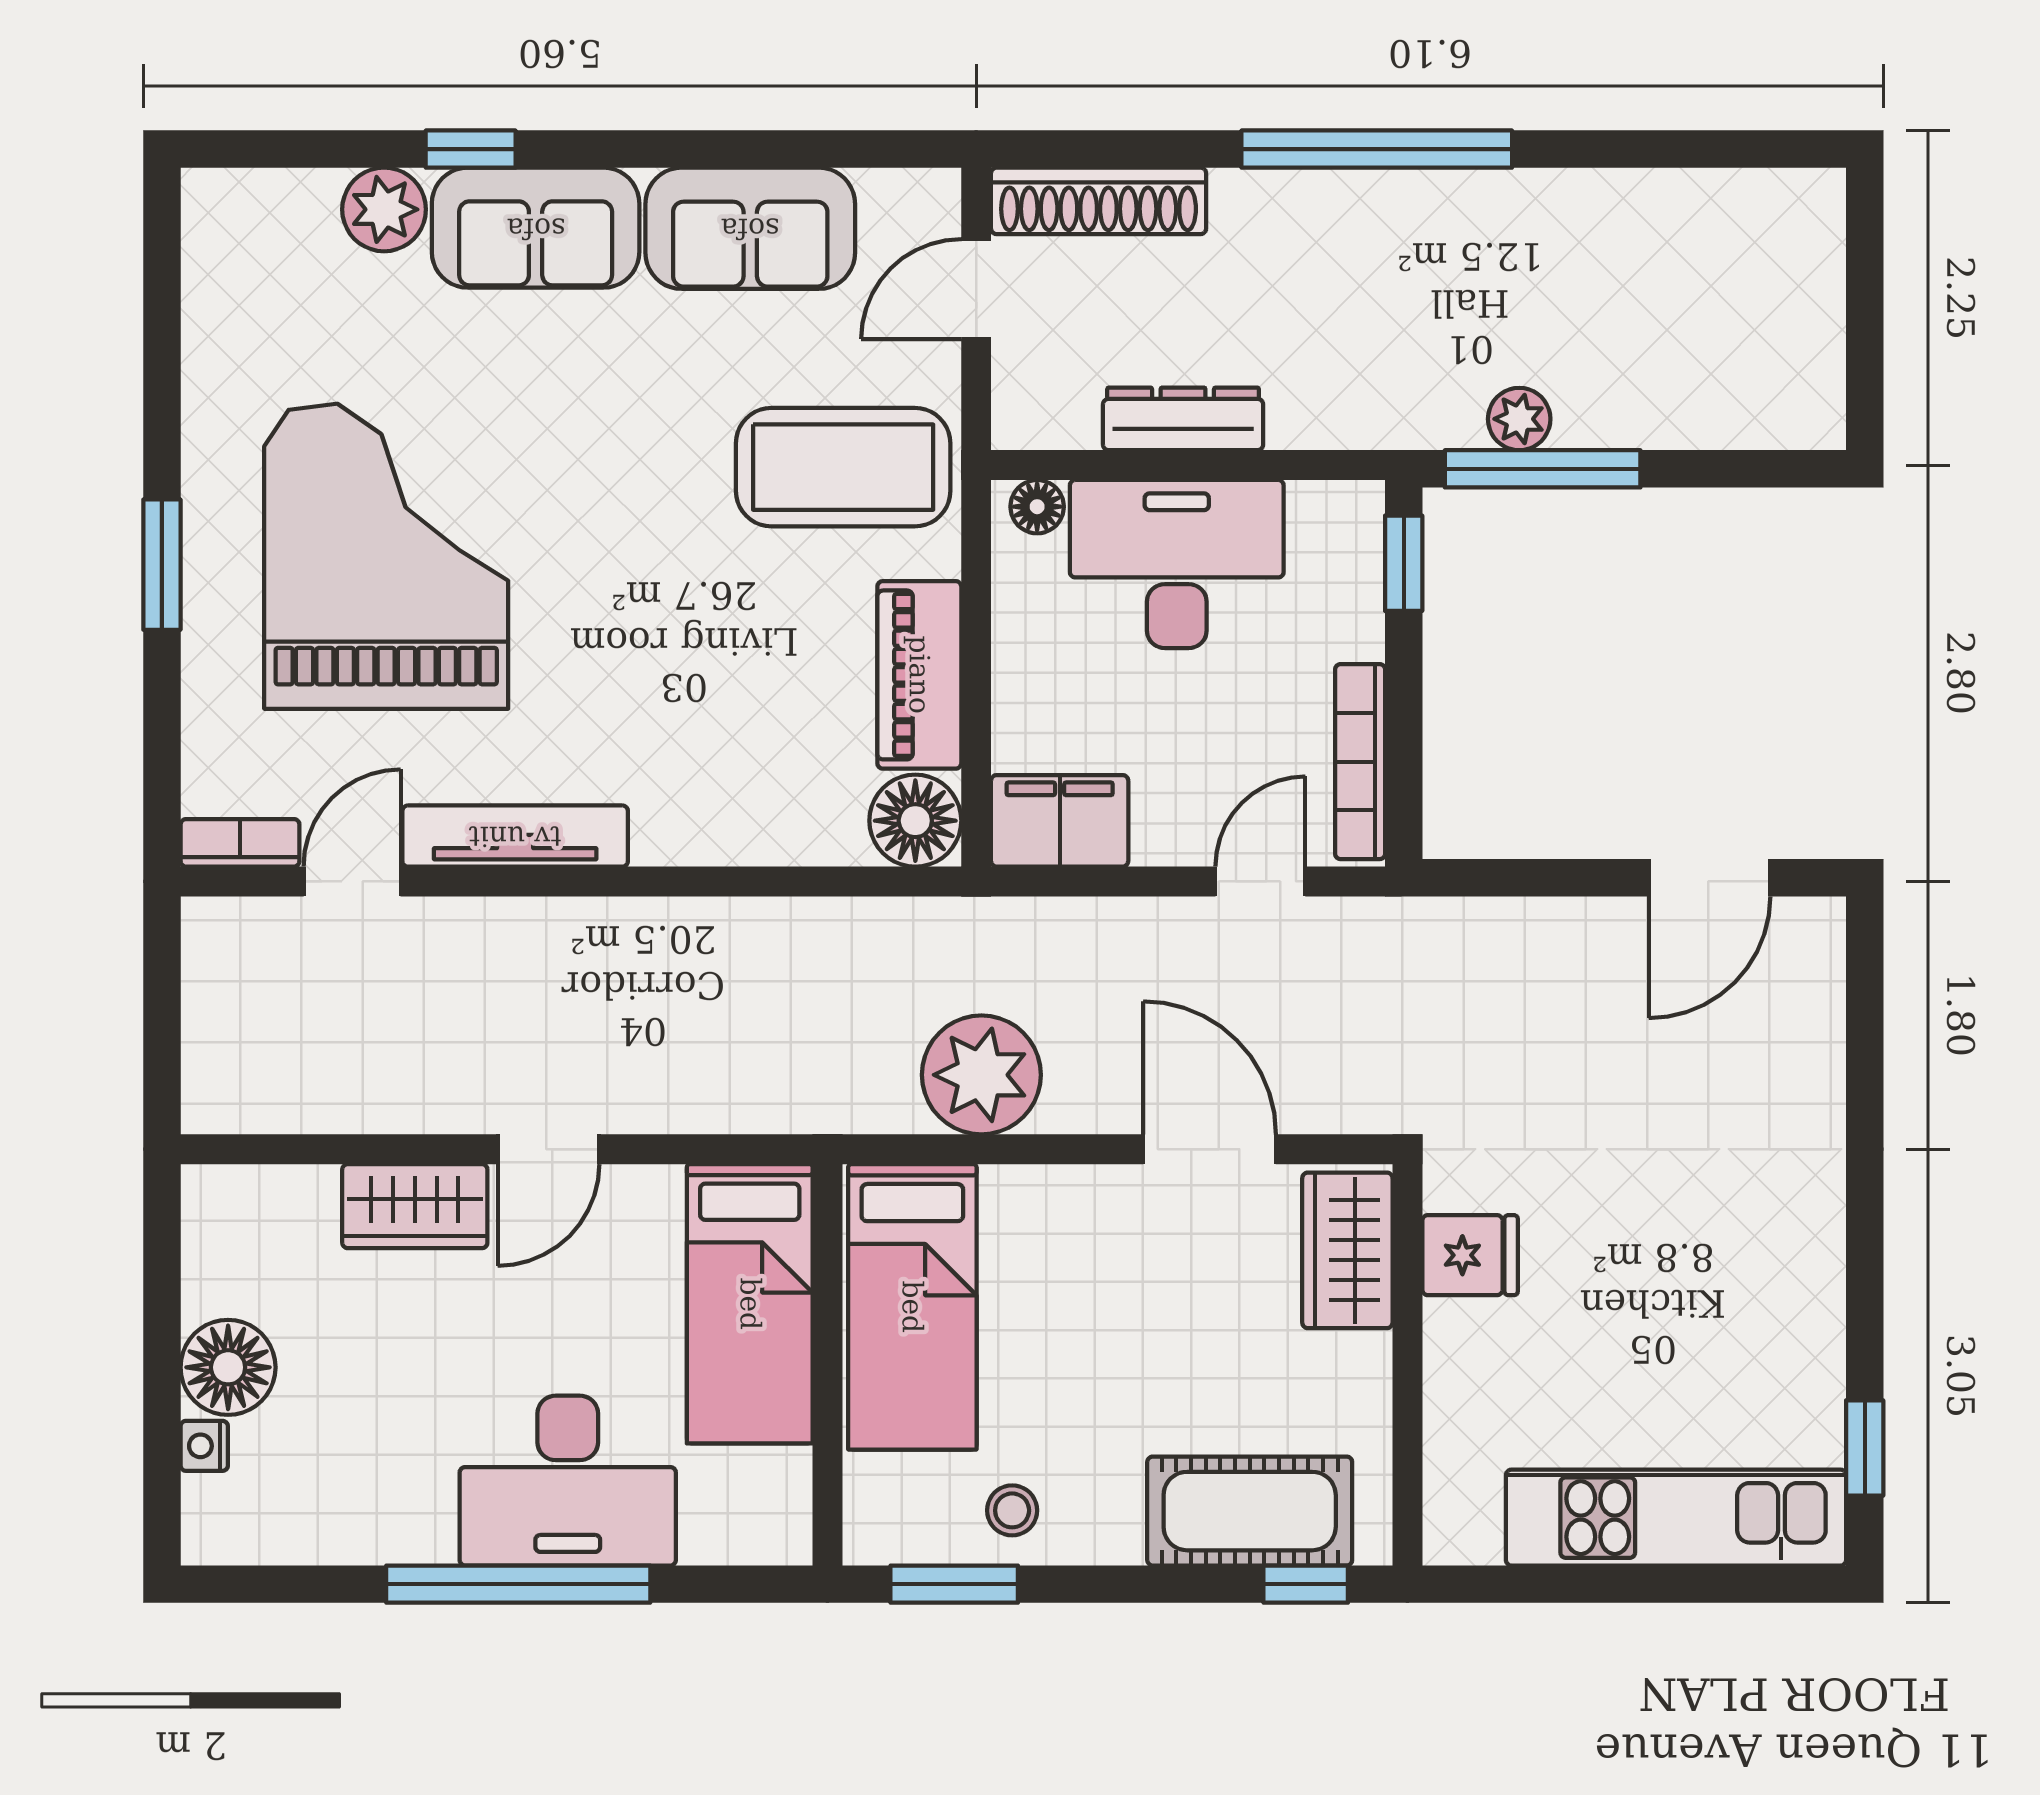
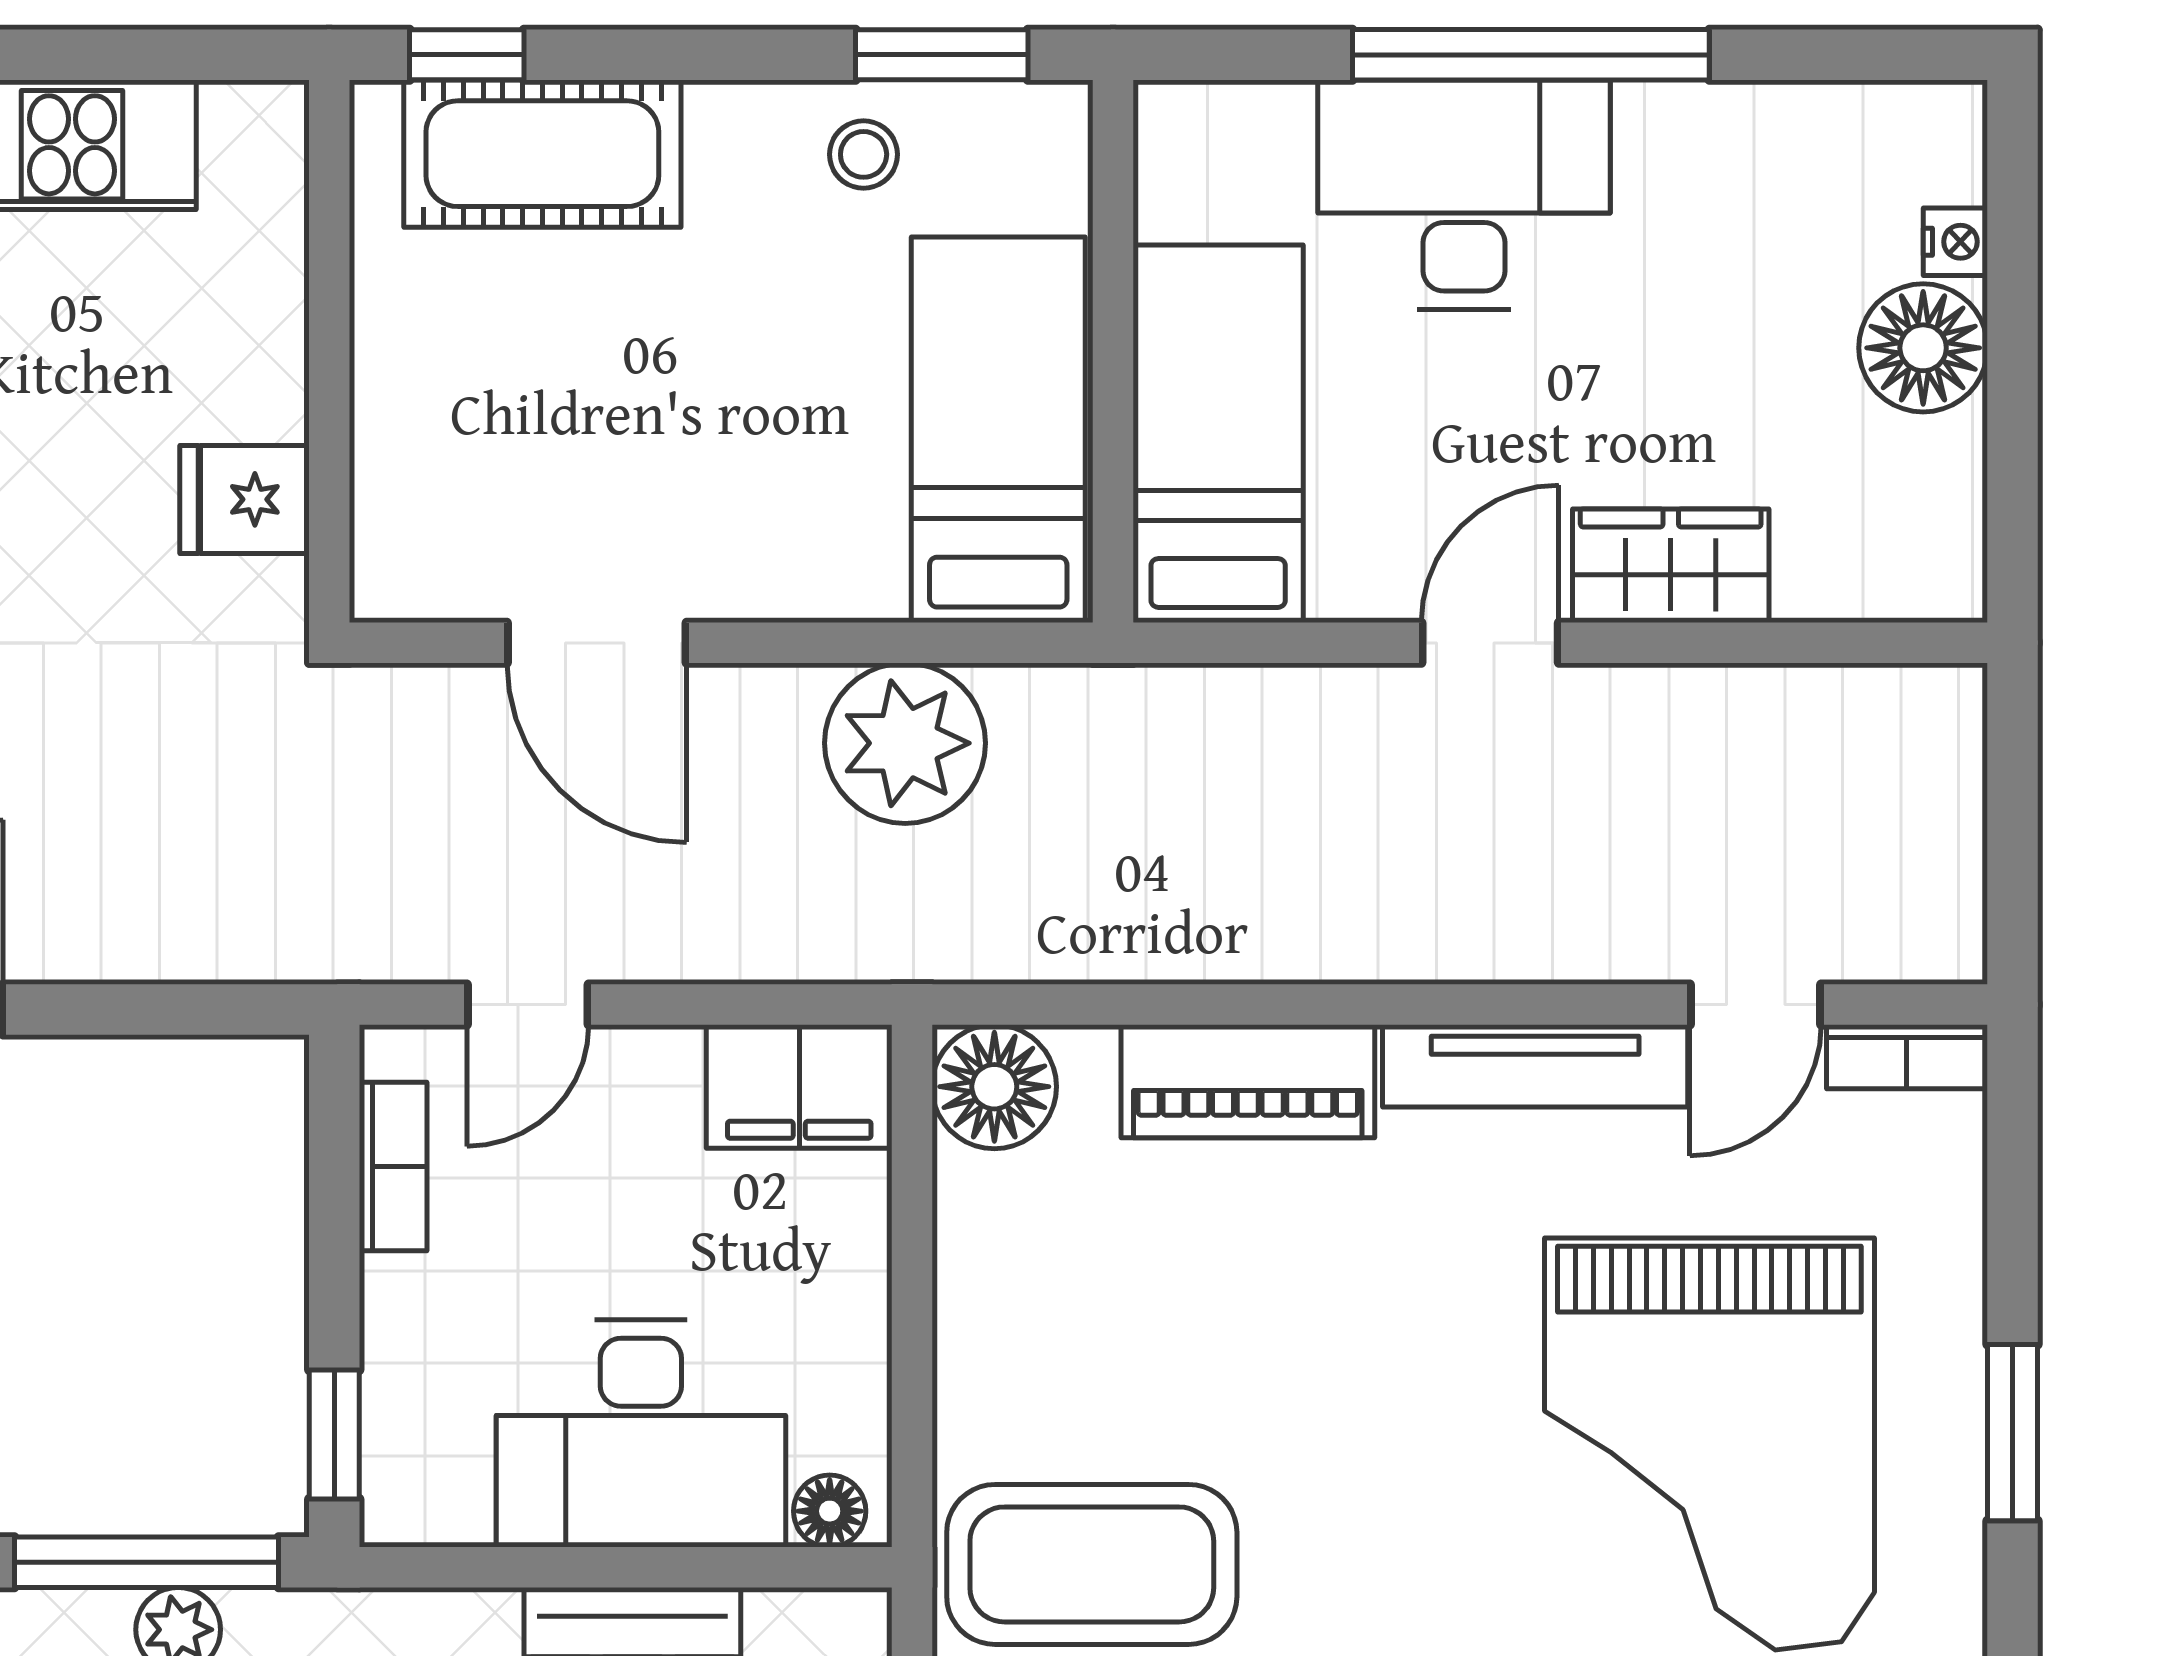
piano: (919, 675) -> (1248, 1081), moved, turned 90
bookcase: (1360, 762) -> (393, 1166), width x0.64
wardrobe: (1347, 1250) -> (410, 506), removed

